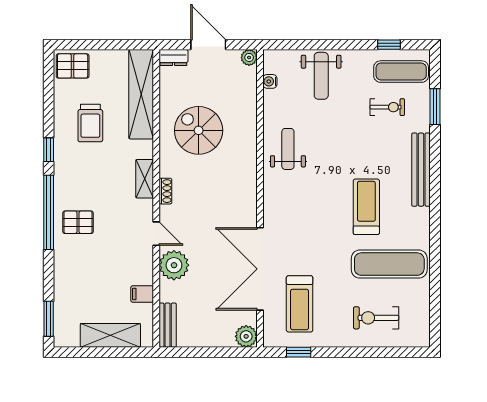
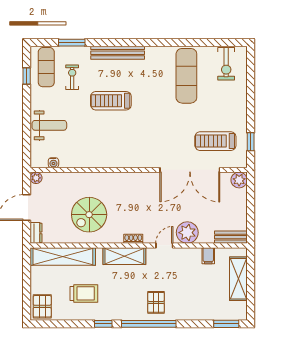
weight bench: (288, 149) -> (103, 150), removed
shelving: (145, 179) -> (124, 256), width x1.50, depth x1.33
treadmill: (366, 207) -> (111, 101), moved
treadmill: (300, 304) -> (215, 141), turned 180
exercise bike: (376, 318) -> (226, 64), moved

